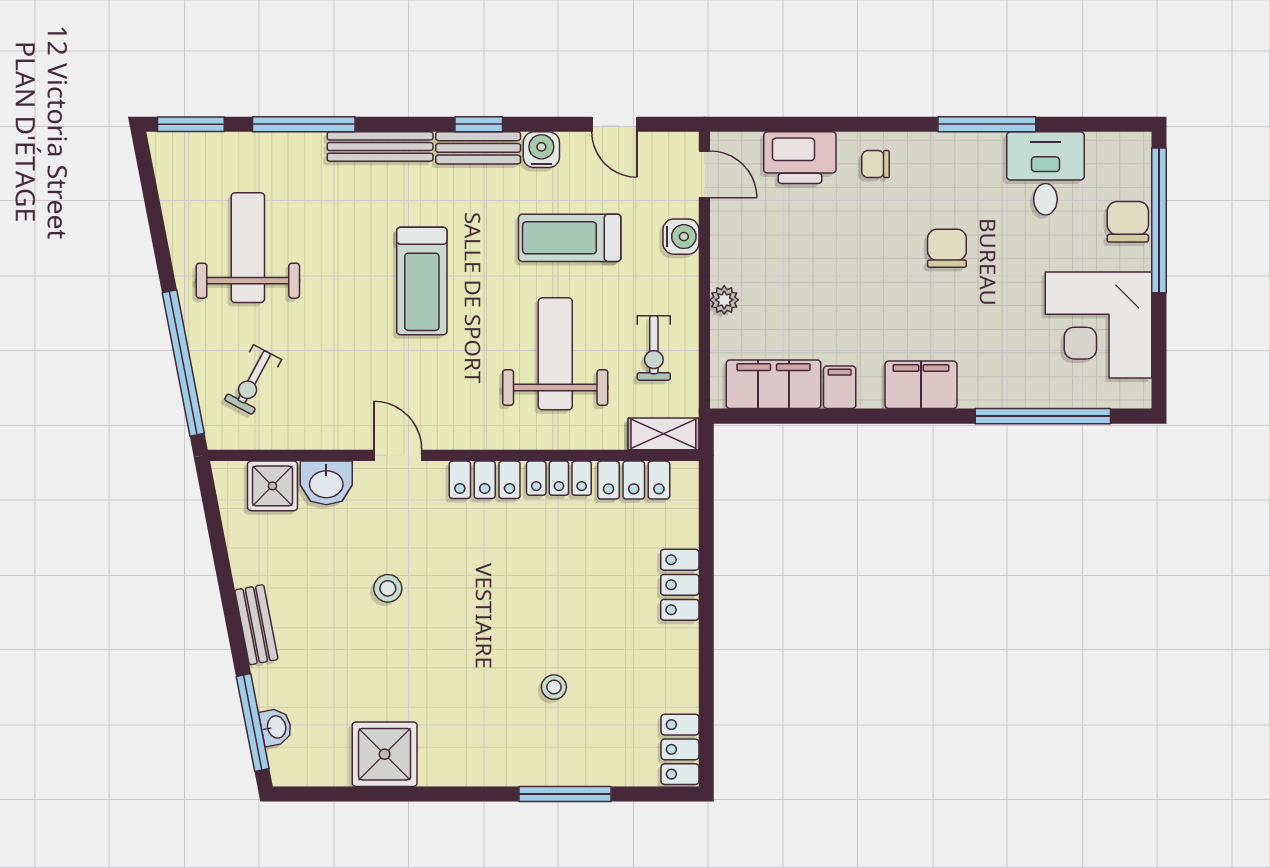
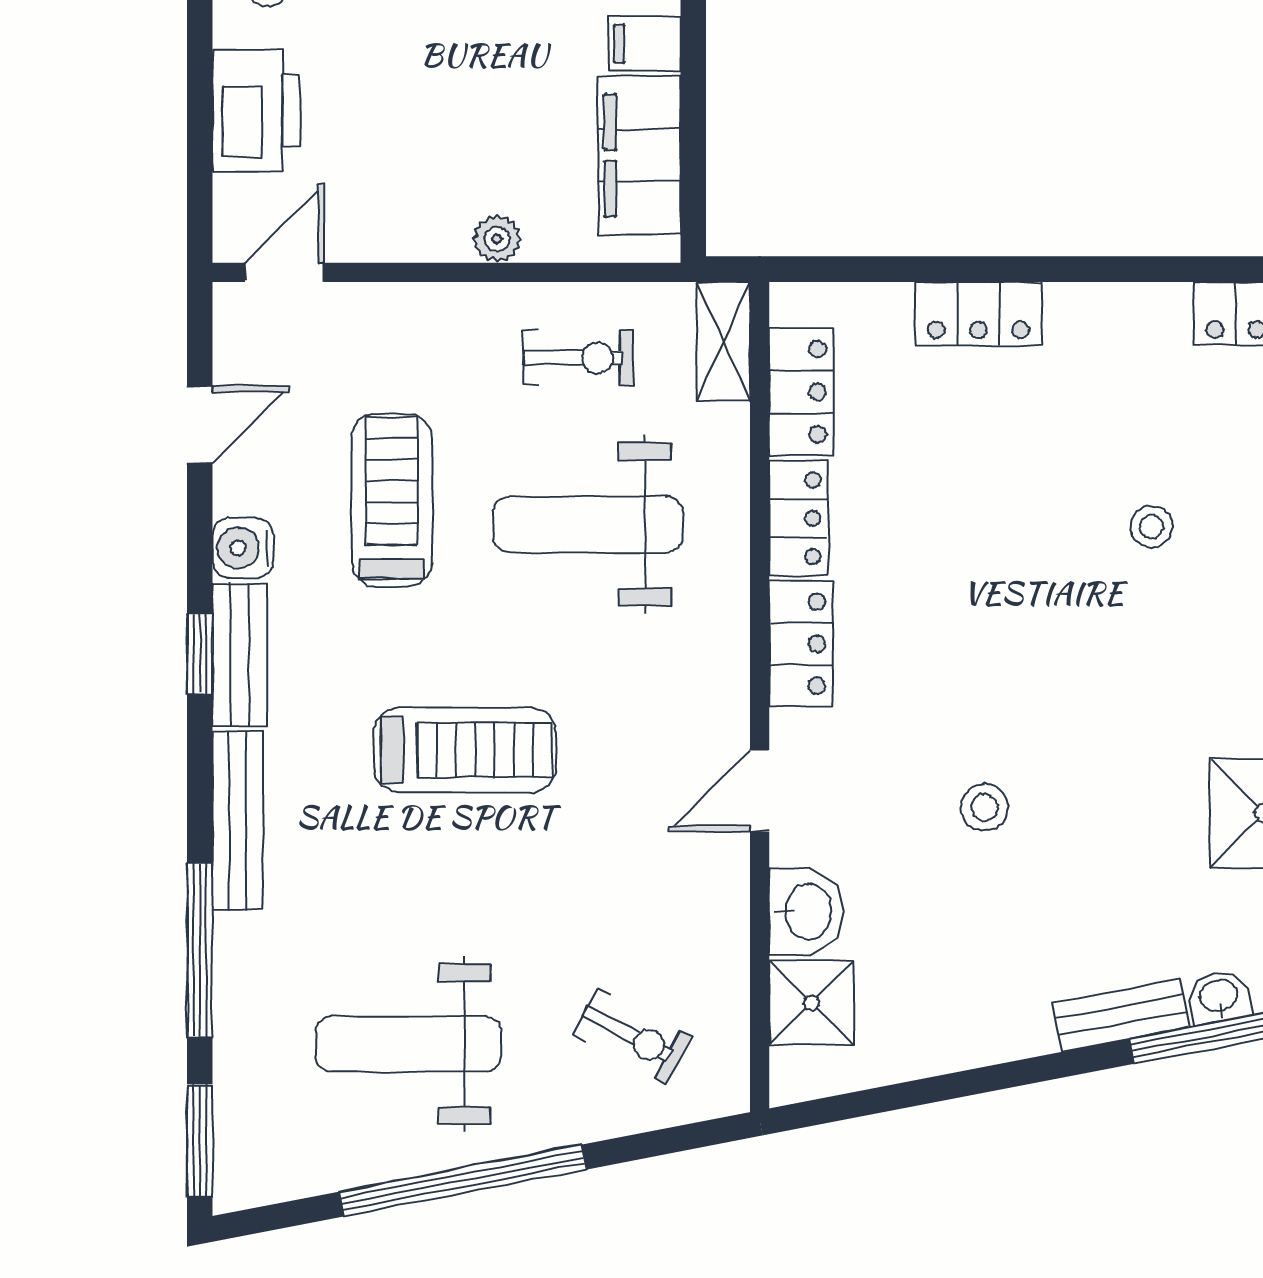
water cooler: (681, 237) -> (390, 312), removed
treadmill: (570, 238) -> (392, 500), turned 180
window: (183, 363) -> (463, 1181), moved
bench: (256, 625) -> (1121, 1015), moved

